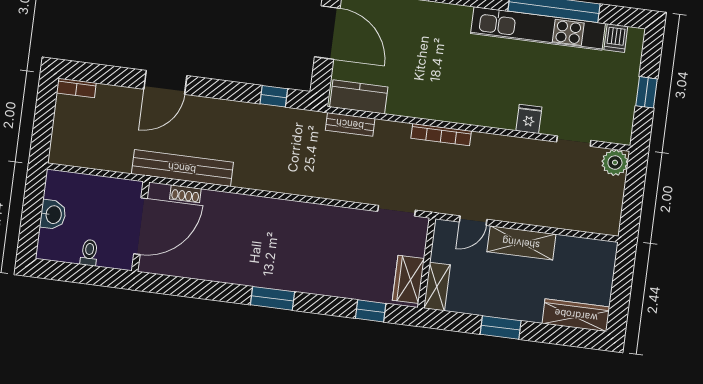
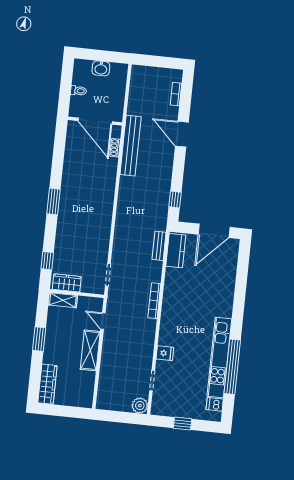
bookcase: (76, 88) -> (176, 94), moved

